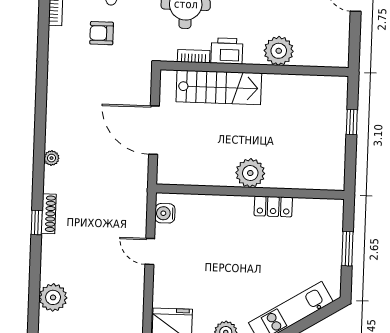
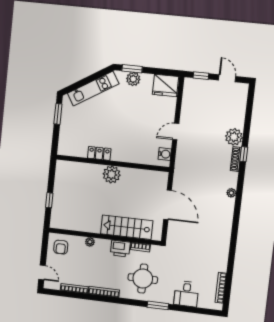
armchair: (102, 33) -> (61, 247), moved, turned 90
plant: (279, 51) -> (90, 242), width x0.53, depth x0.53
window: (347, 249) -> (58, 114), moved
door: (150, 251) -> (176, 132), swing flipped
plant: (53, 297) -> (234, 137), moved

